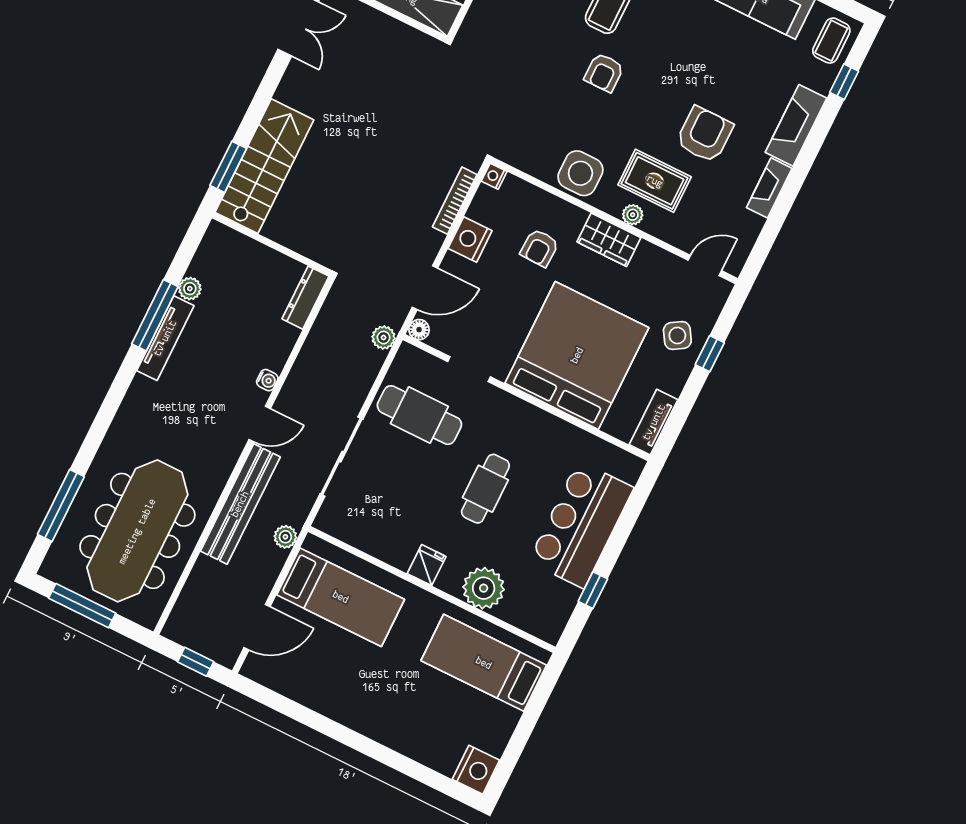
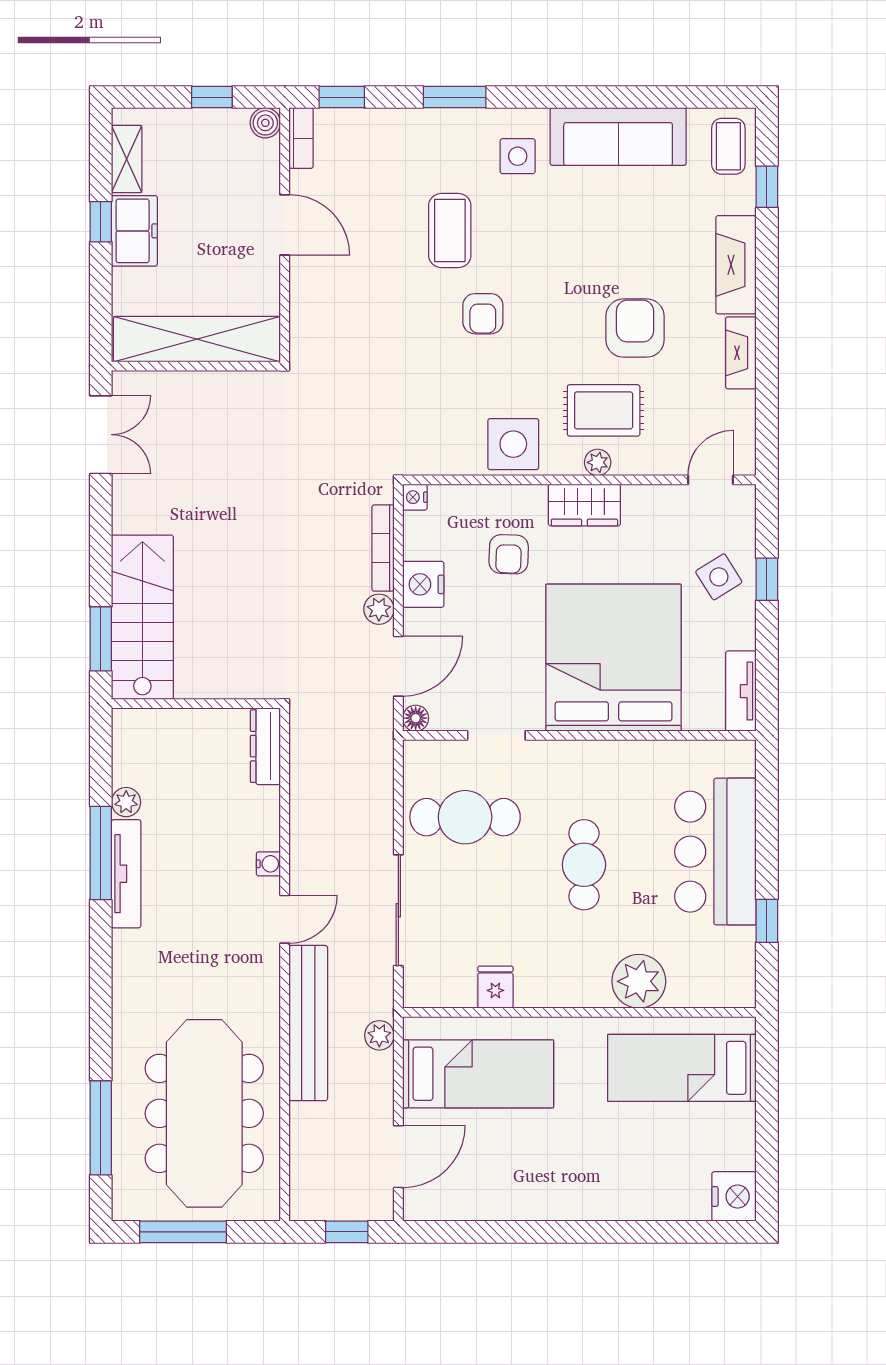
plant: (384, 338) -> (379, 609), moved
fridge: (427, 565) -> (495, 987), moved

